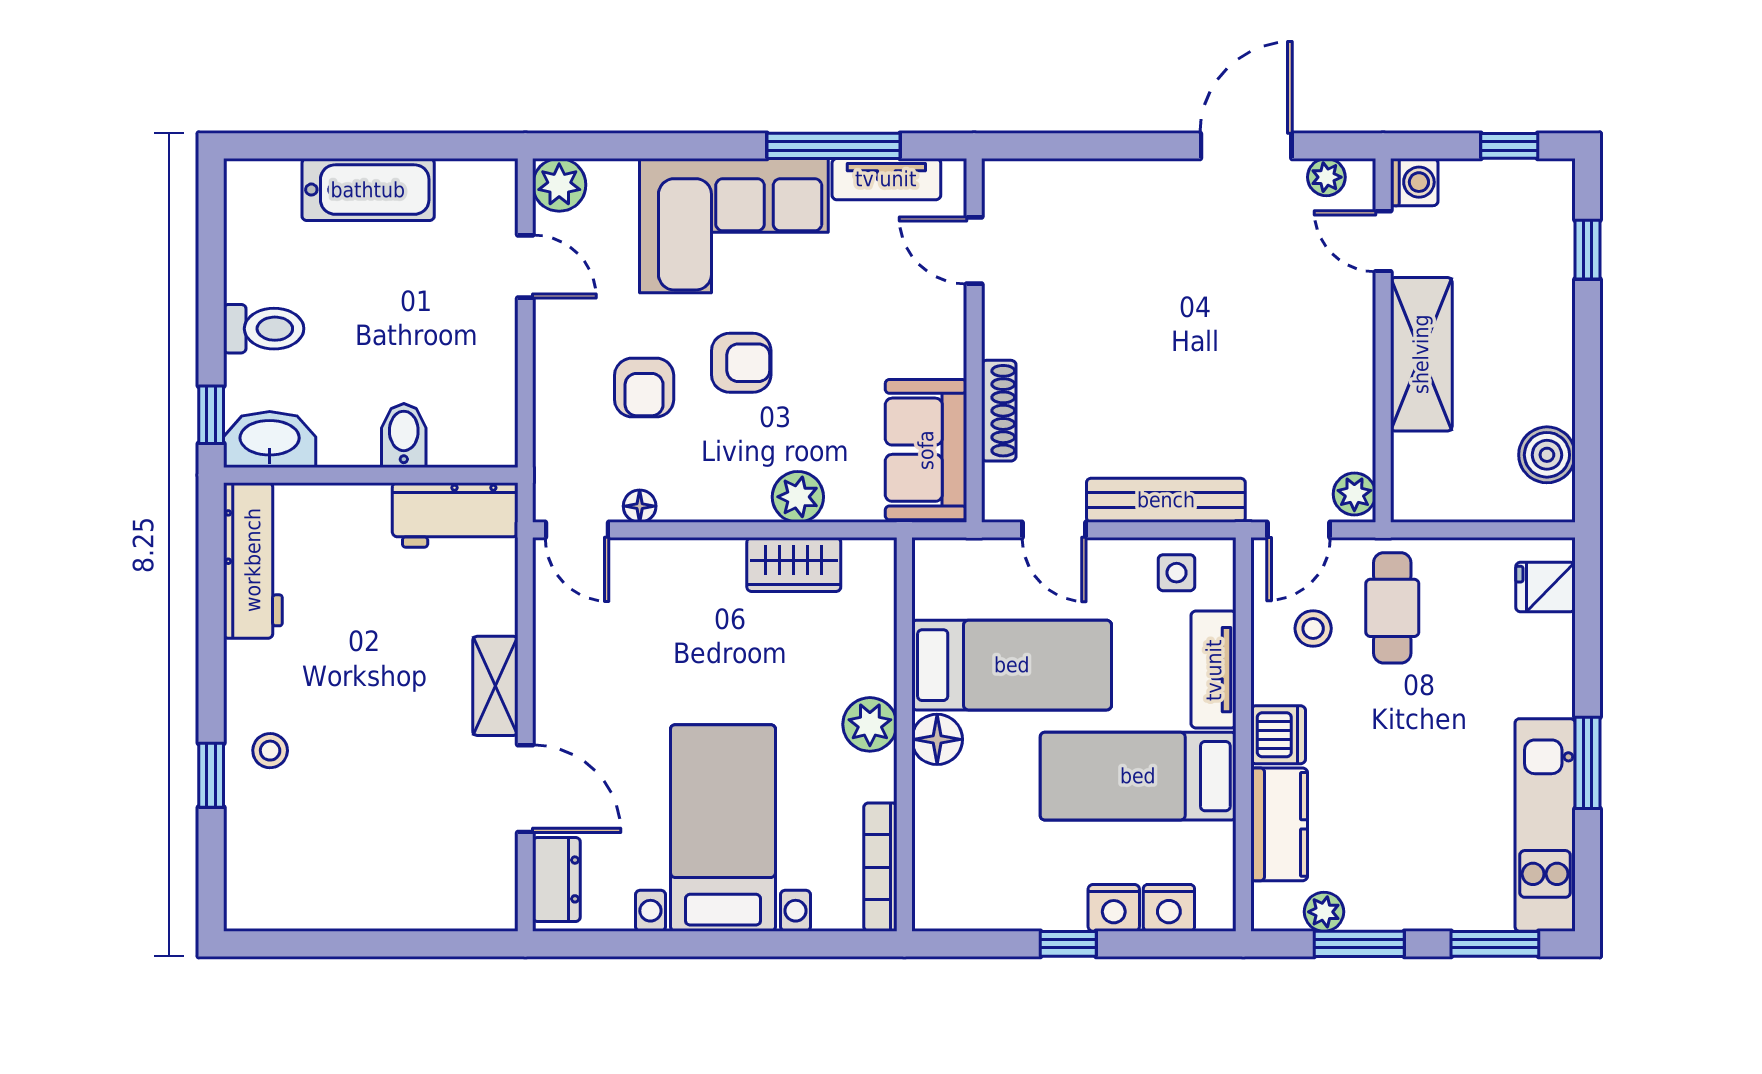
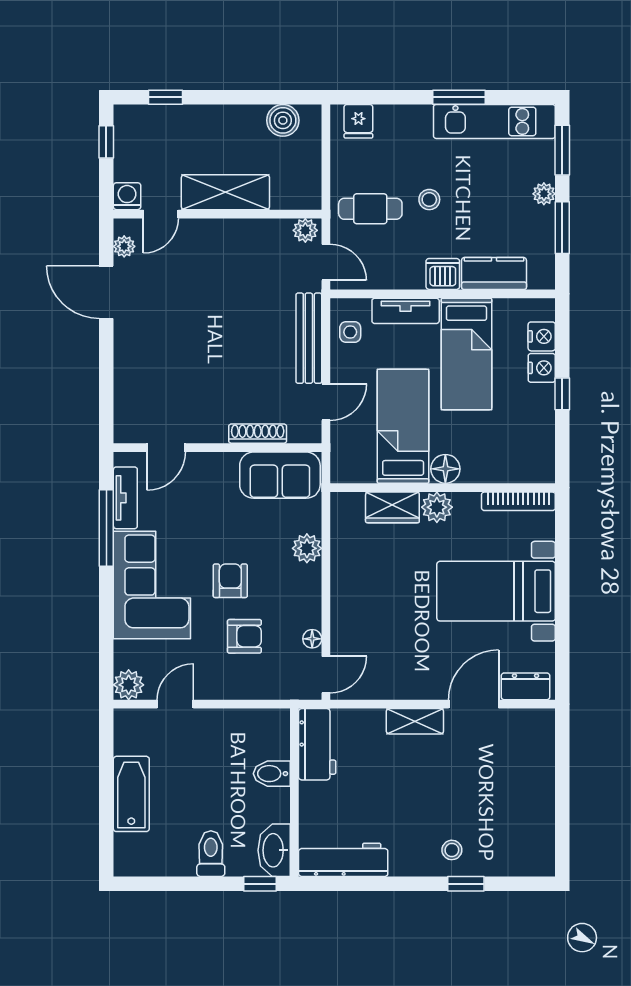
wardrobe: (794, 565) -> (392, 507), moved, turned 90
stool: (1313, 628) -> (429, 200), moved
plant: (1324, 912) -> (544, 194), moved

